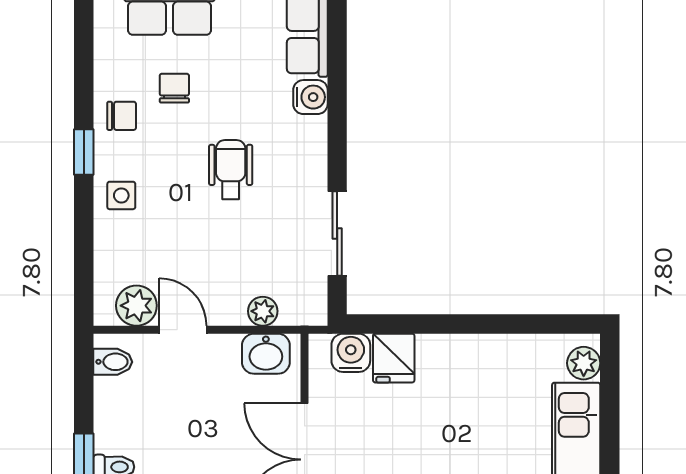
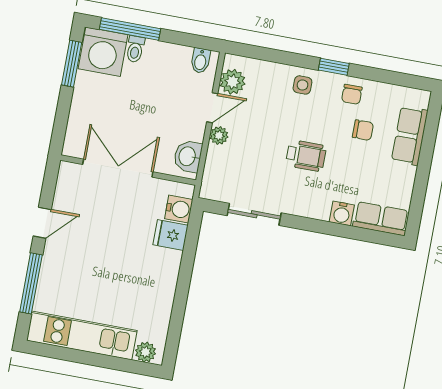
plant: (263, 311) -> (219, 135), moved

